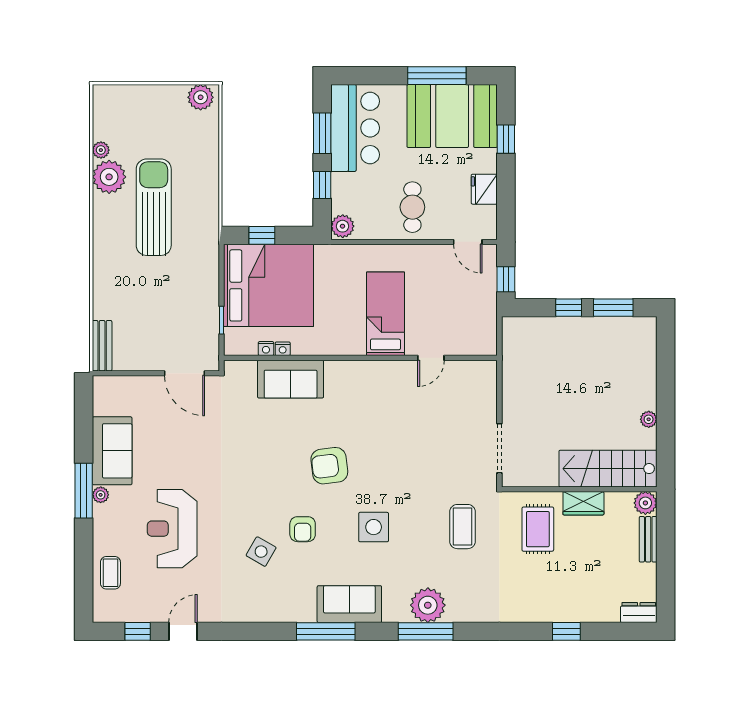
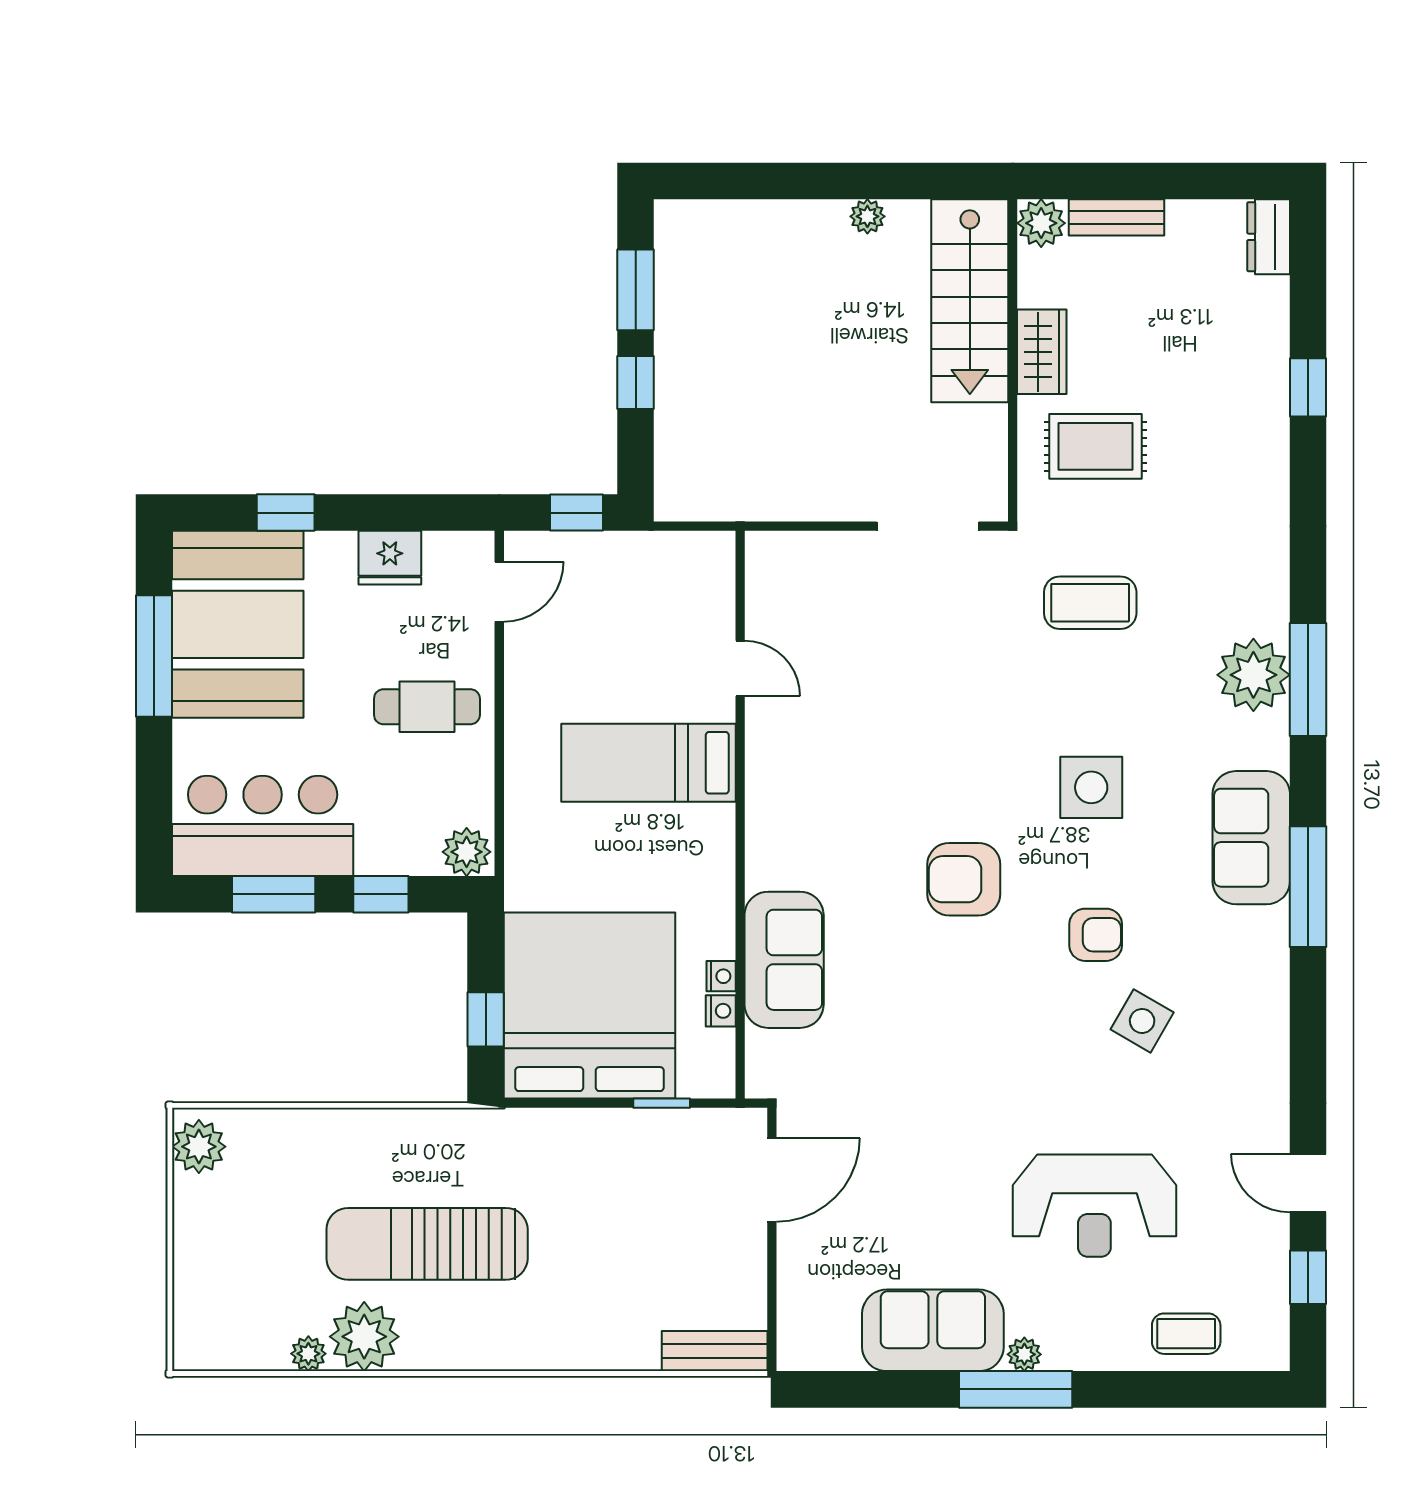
armchair: (329, 466) -> (964, 879), turned 97

